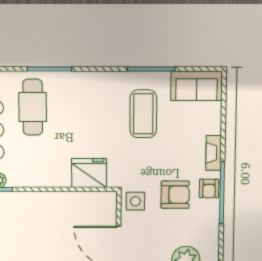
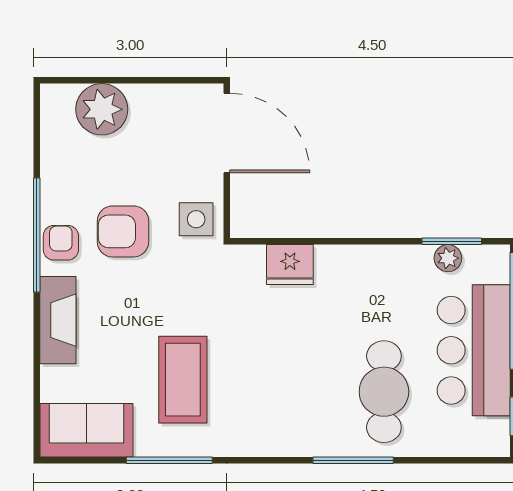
fireplace: (214, 153) -> (58, 320), width x1.37, depth x1.32
fridge: (89, 173) -> (290, 265), width x0.73, depth x0.75

